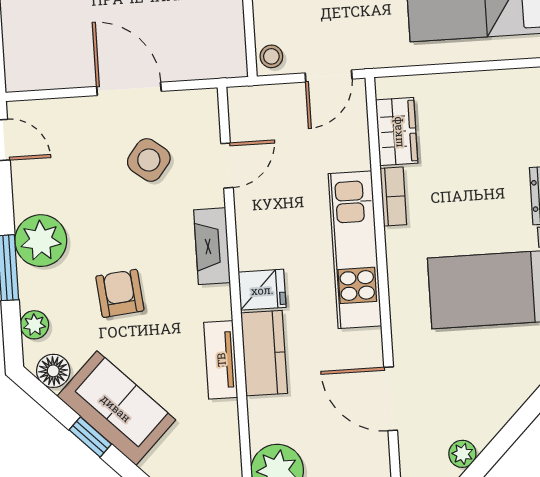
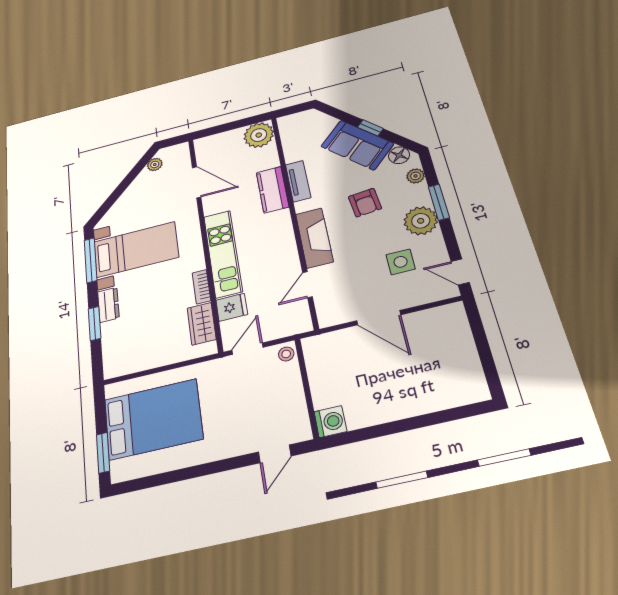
side table: (149, 160) -> (401, 262), moved, turned -38
fireplace: (212, 246) -> (314, 238), width x1.37, depth x1.32
fridge: (262, 290) -> (232, 307), moved, turned 180

